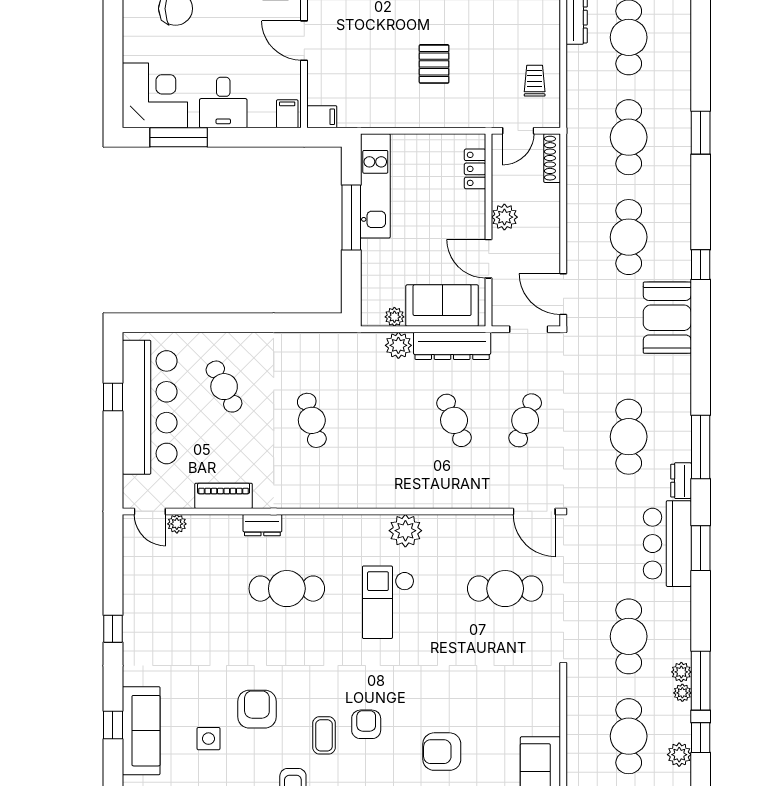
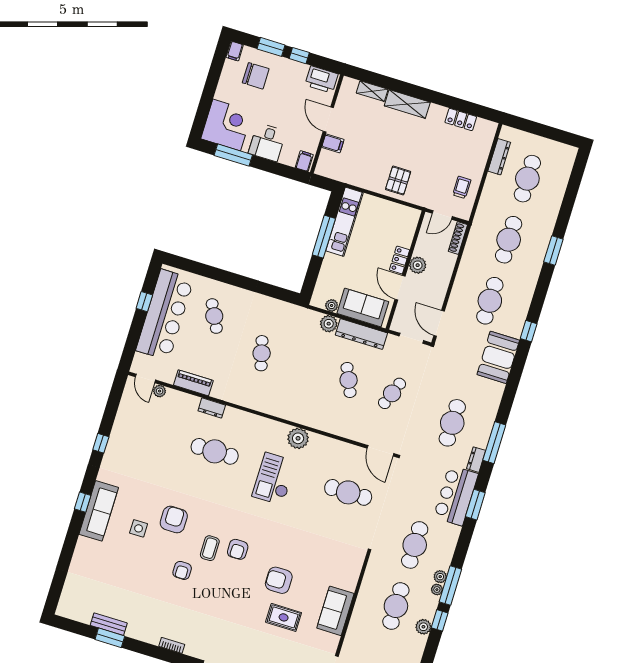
pallet: (434, 64) -> (398, 180), moved
filing cabinet: (322, 117) -> (333, 143), moved
locker: (475, 169) -> (400, 260), moved
armchair: (366, 724) -> (238, 549), turned 180

